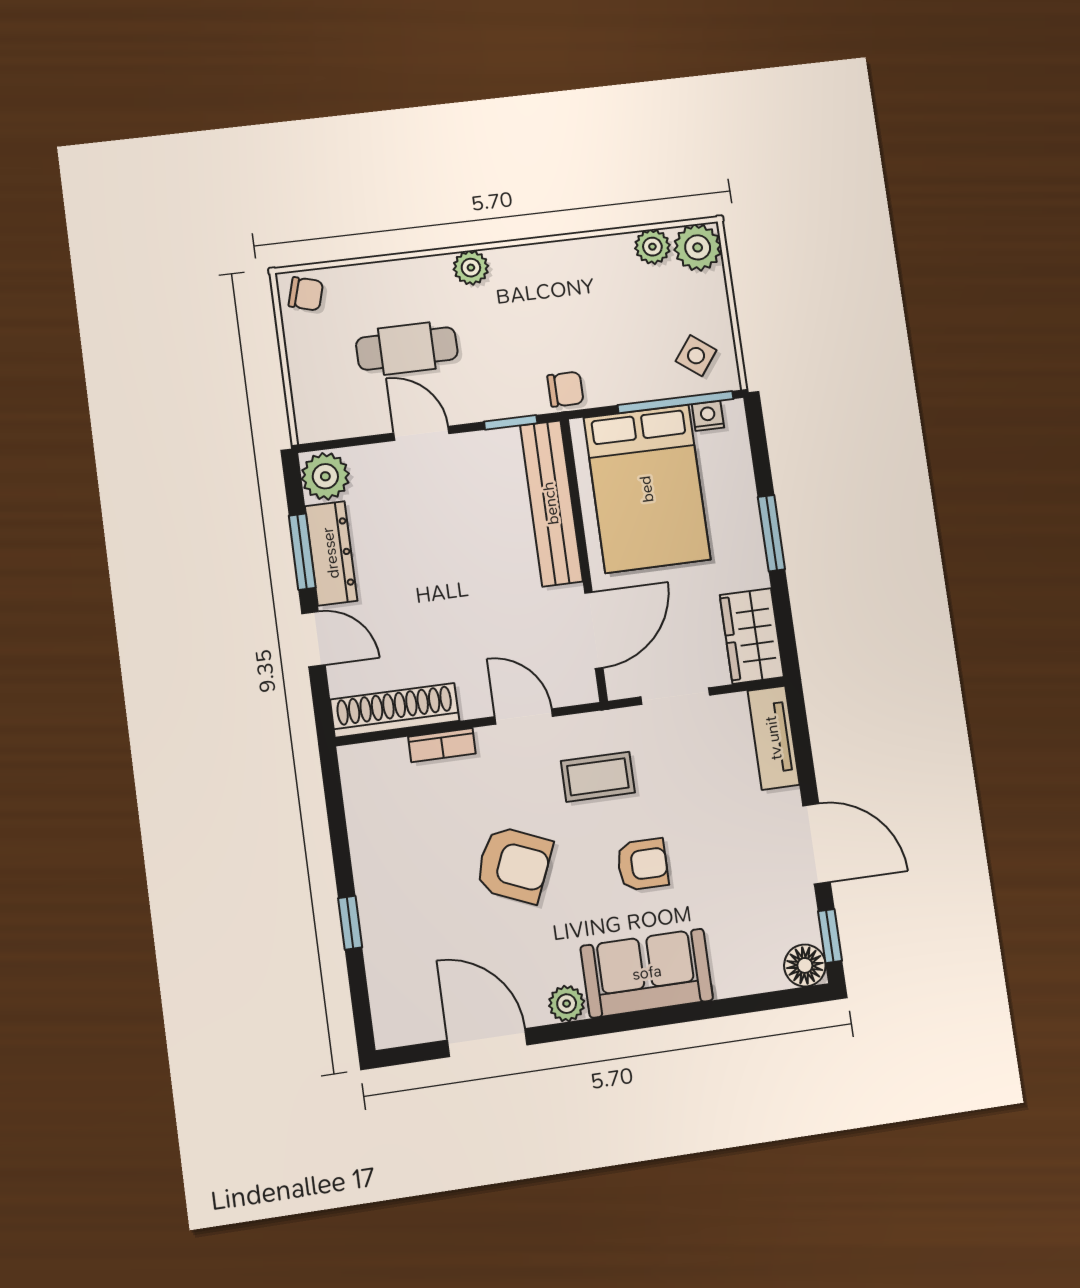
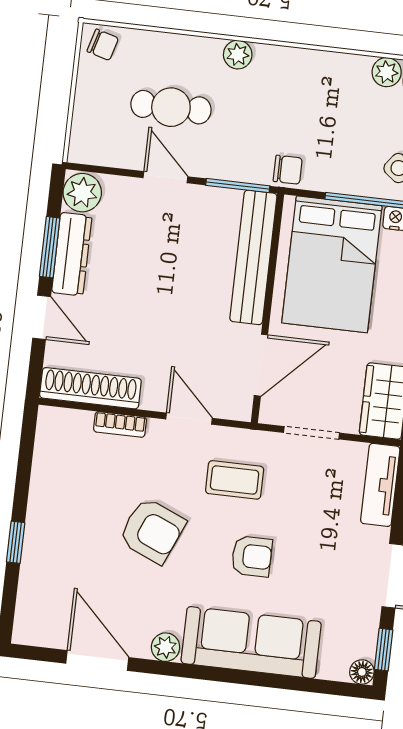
window: (511, 422) -> (238, 186), width x1.50
floor lamp: (805, 965) -> (362, 672), width x0.73, depth x0.73
sofa: (647, 973) -> (251, 642), width x1.36

